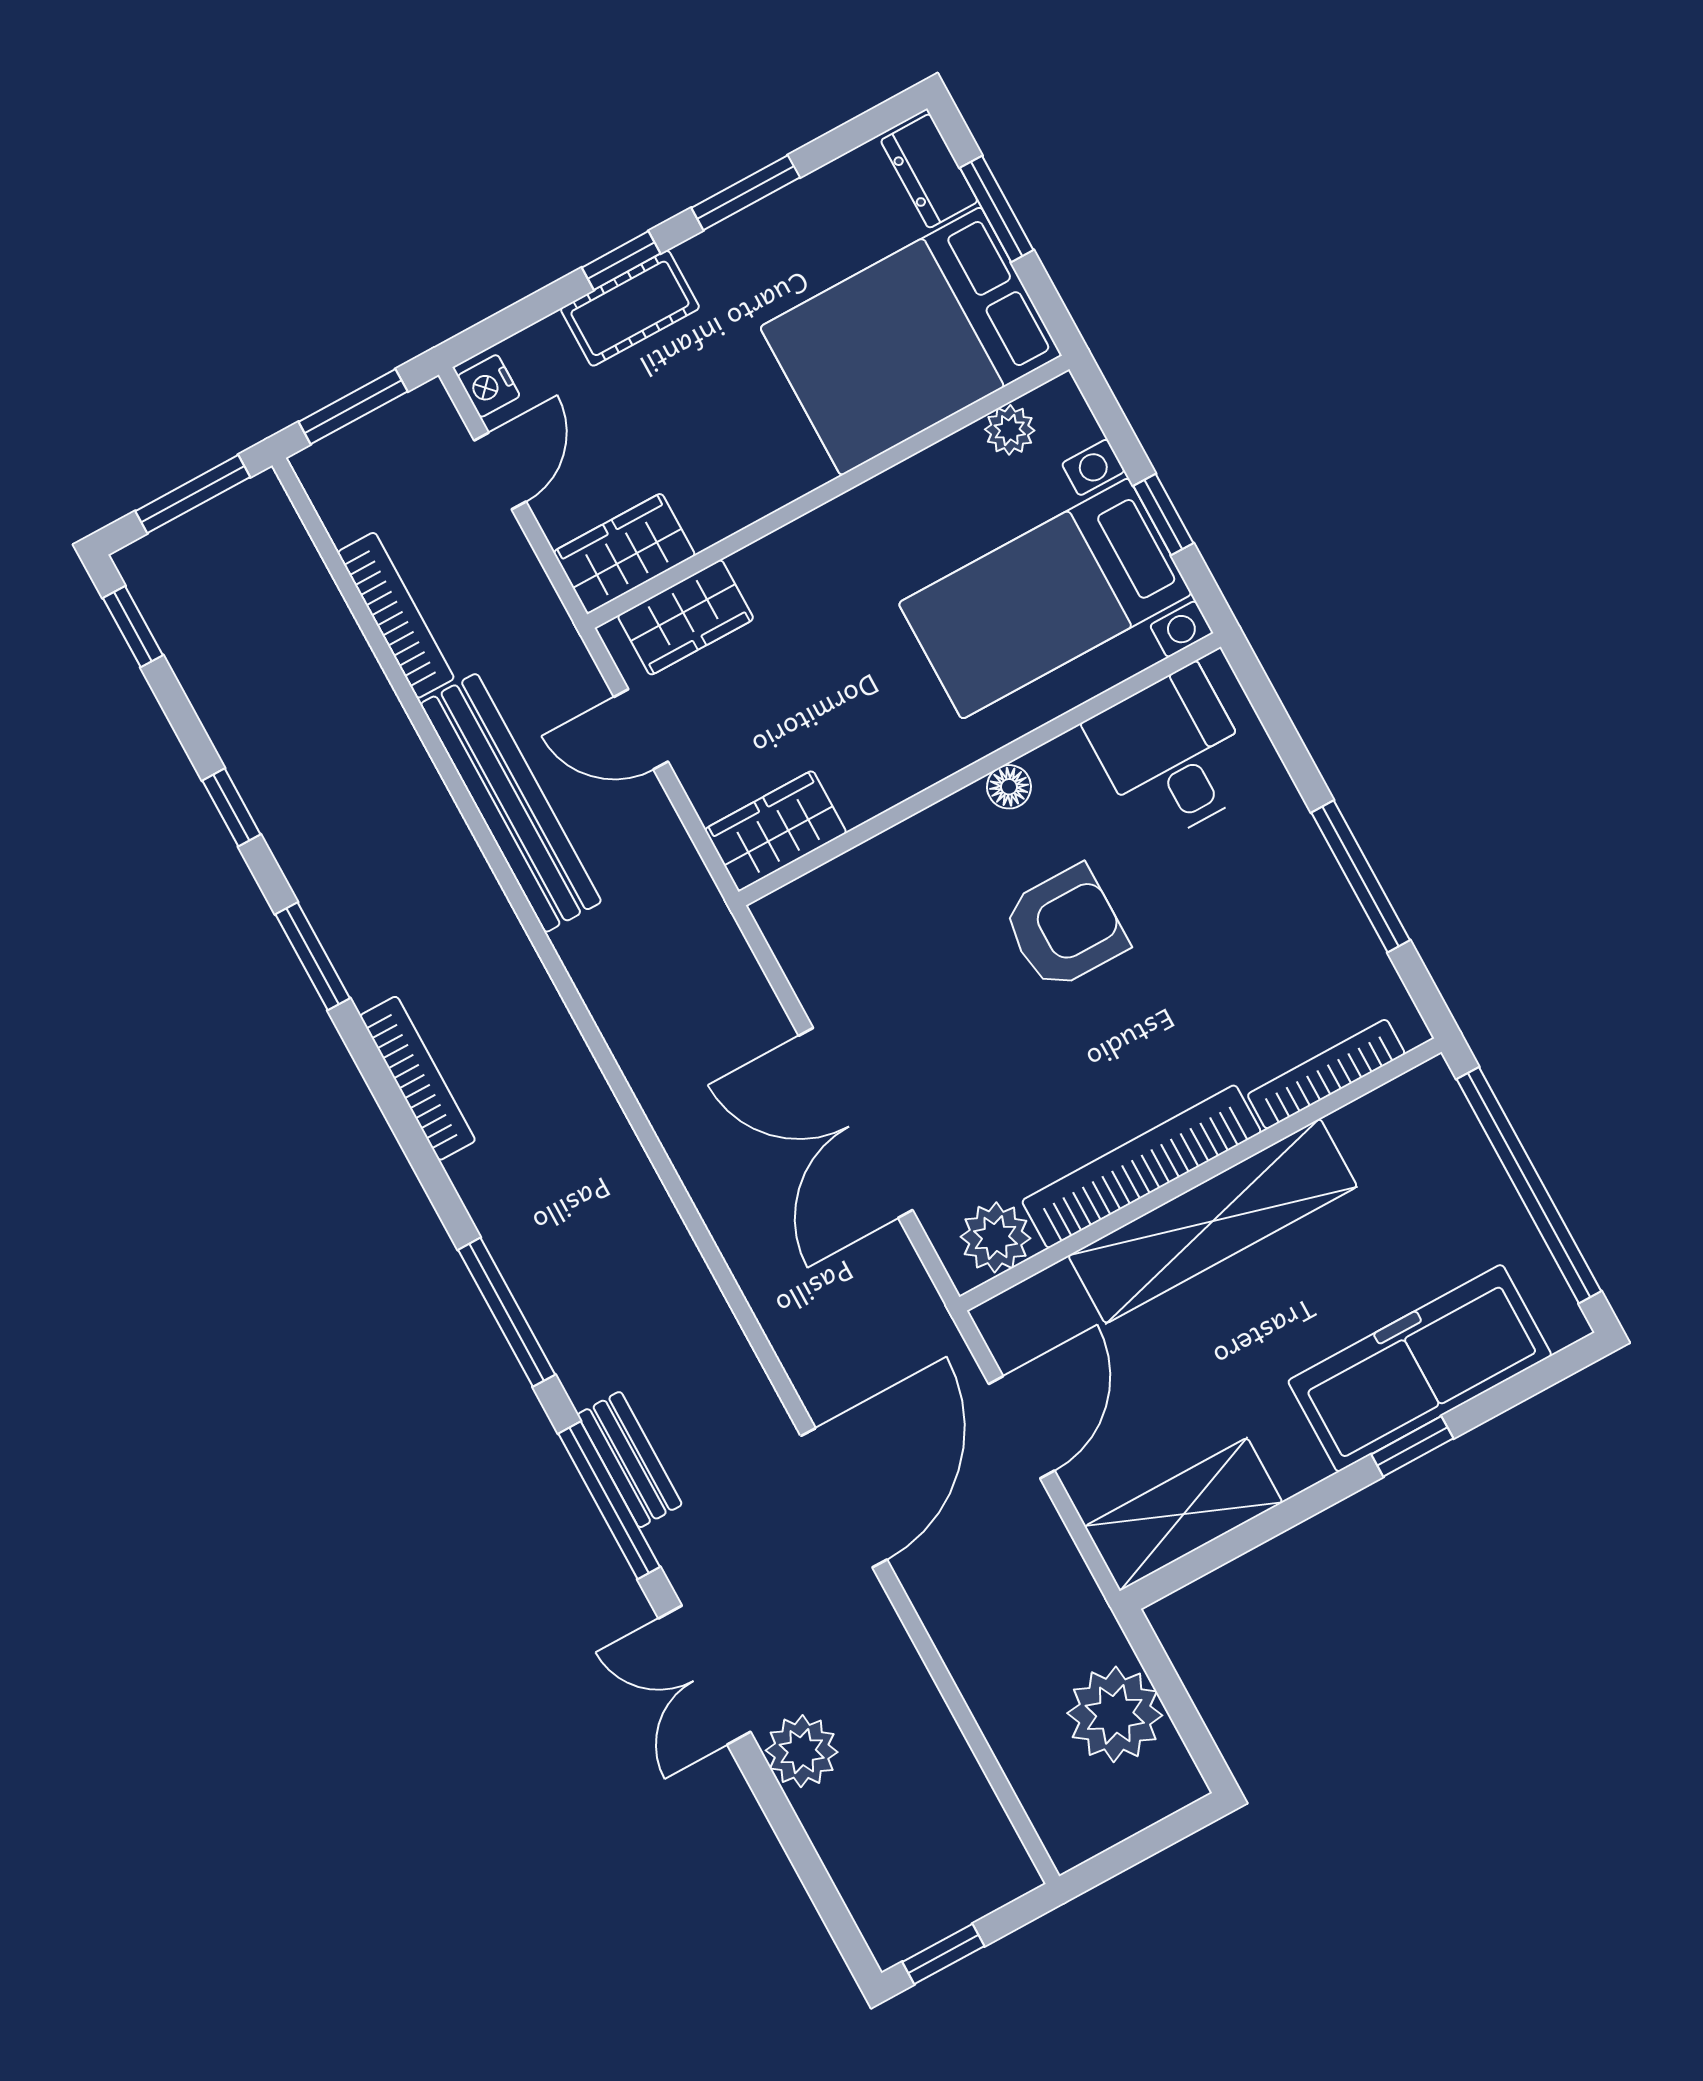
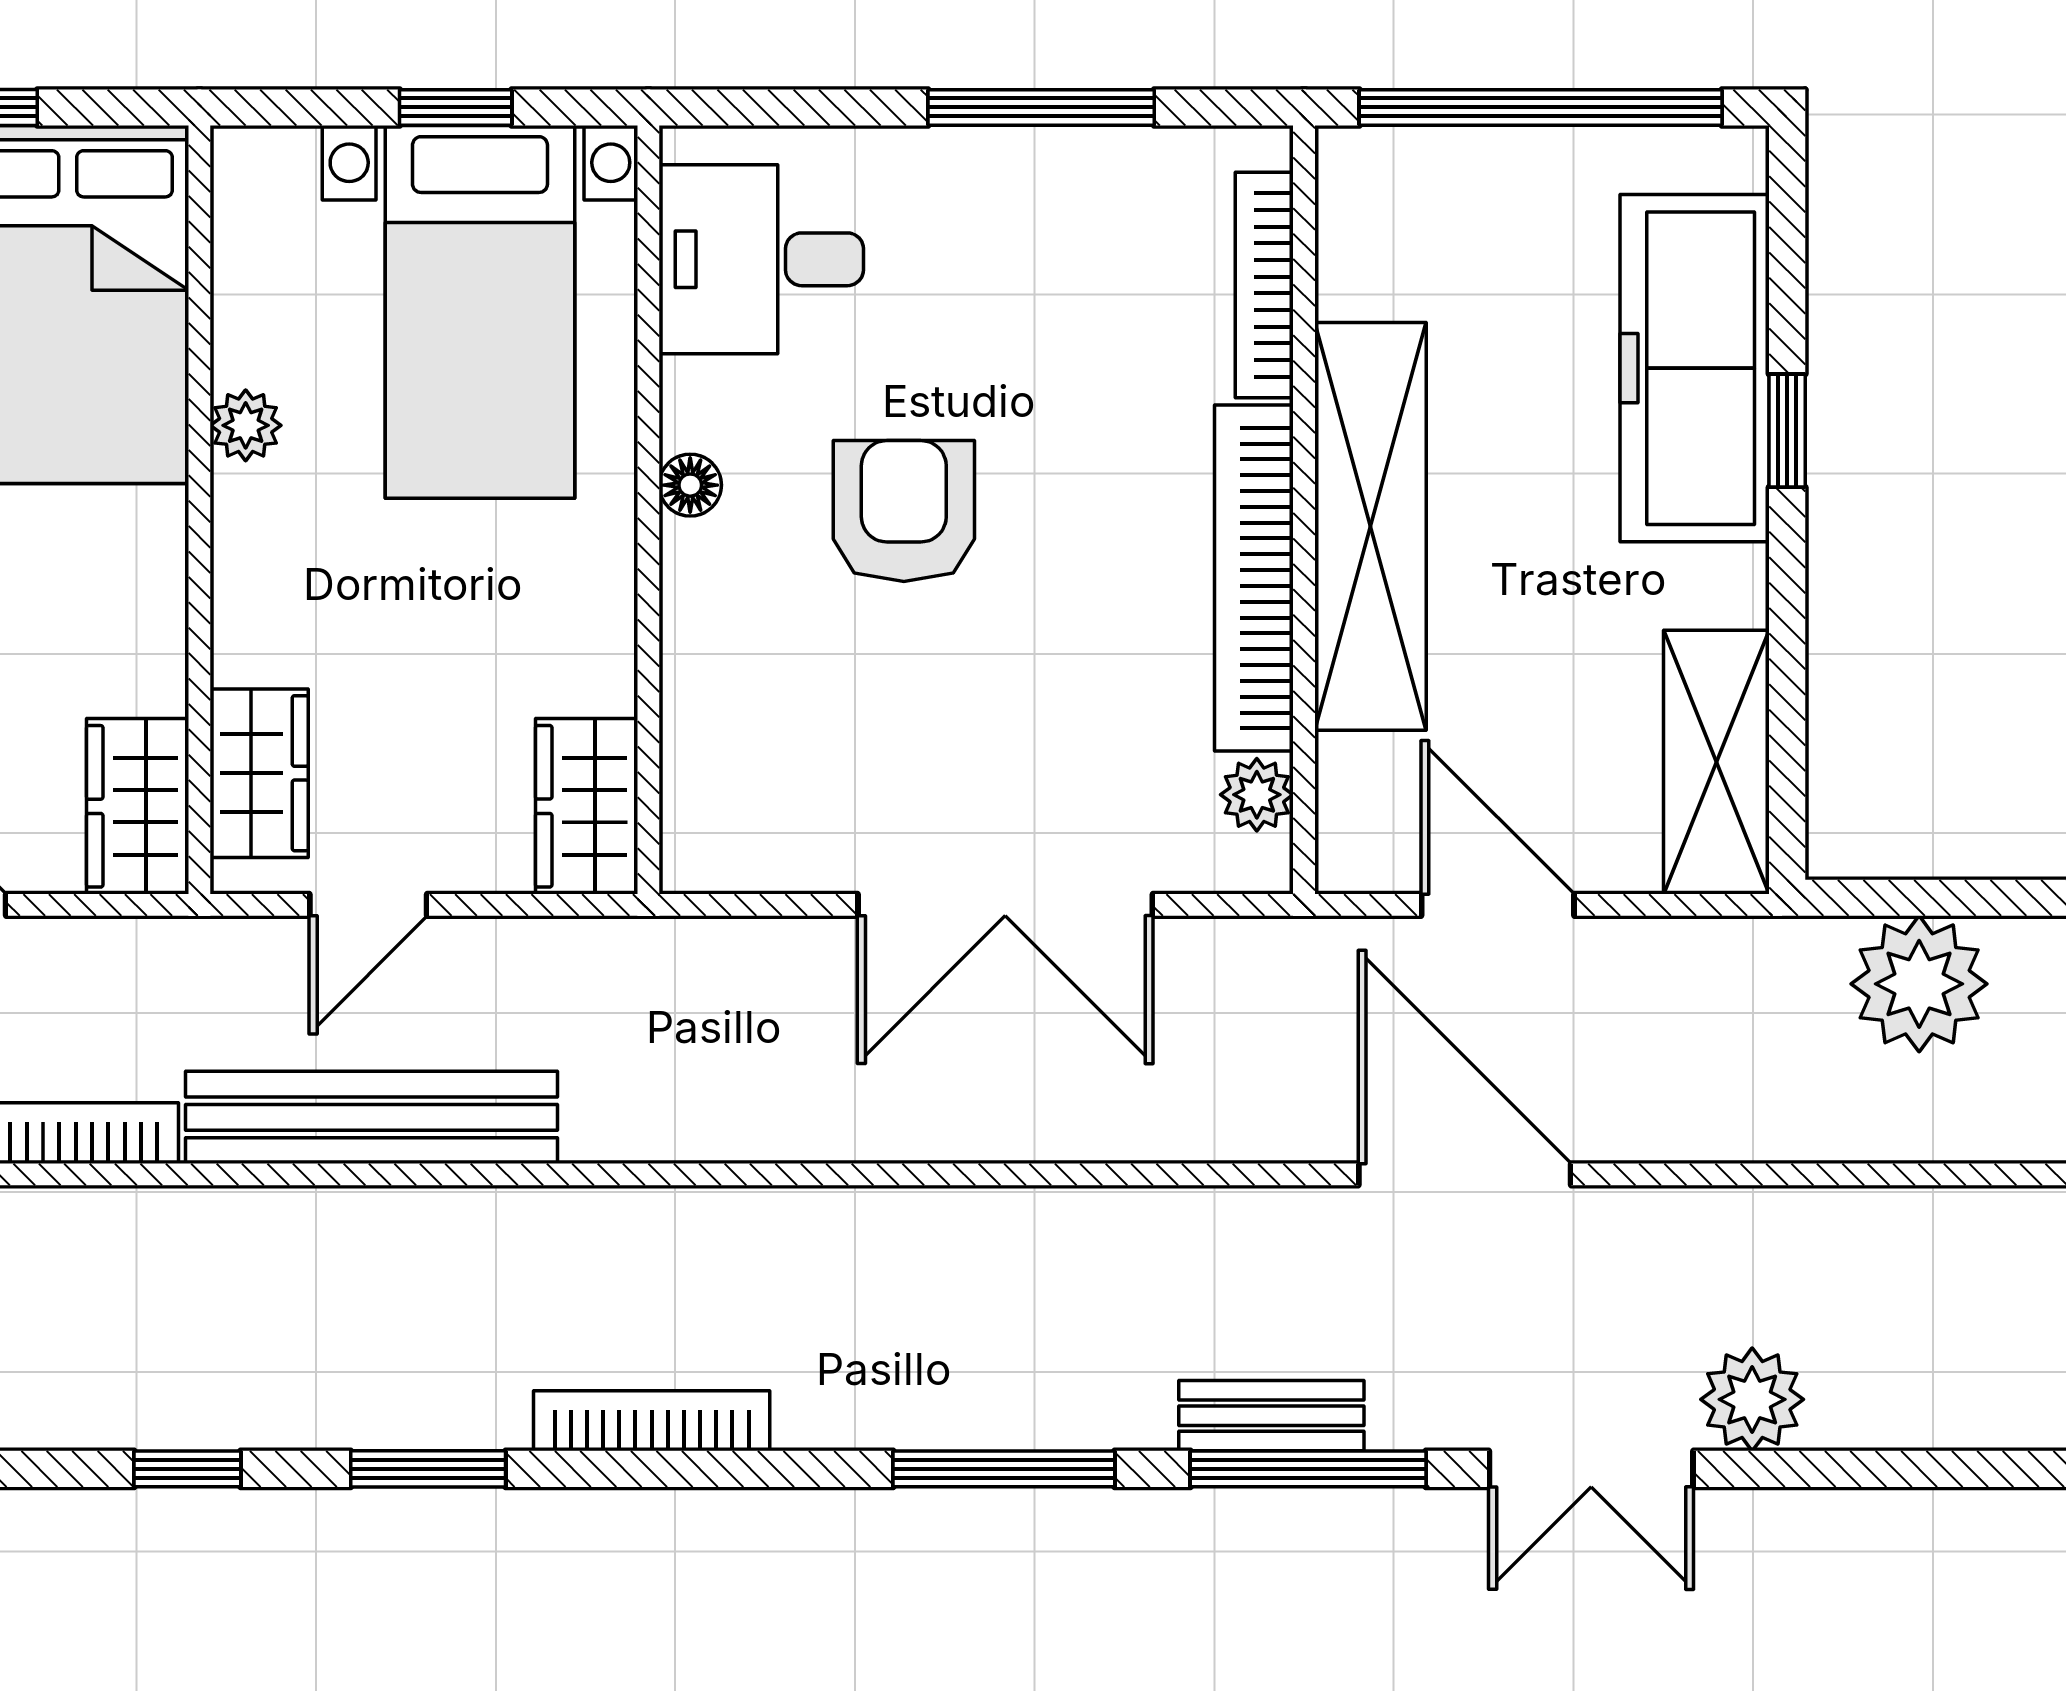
plant: (1010, 430) -> (246, 425), moved
plant: (995, 1237) -> (1257, 795), width x0.73, depth x0.73

